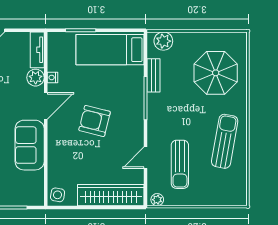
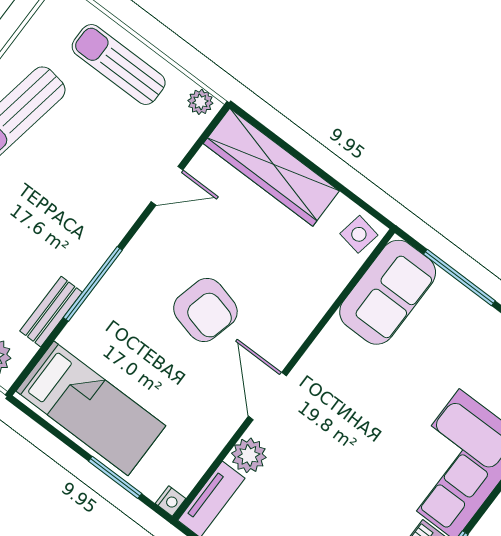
nightstand: (52, 77) -> (170, 501), moved
door: (46, 106) -> (267, 396), hinge flipped
sofa: (30, 145) -> (388, 292), moved
sun lounger: (180, 164) -> (119, 64), moved, turned -90

